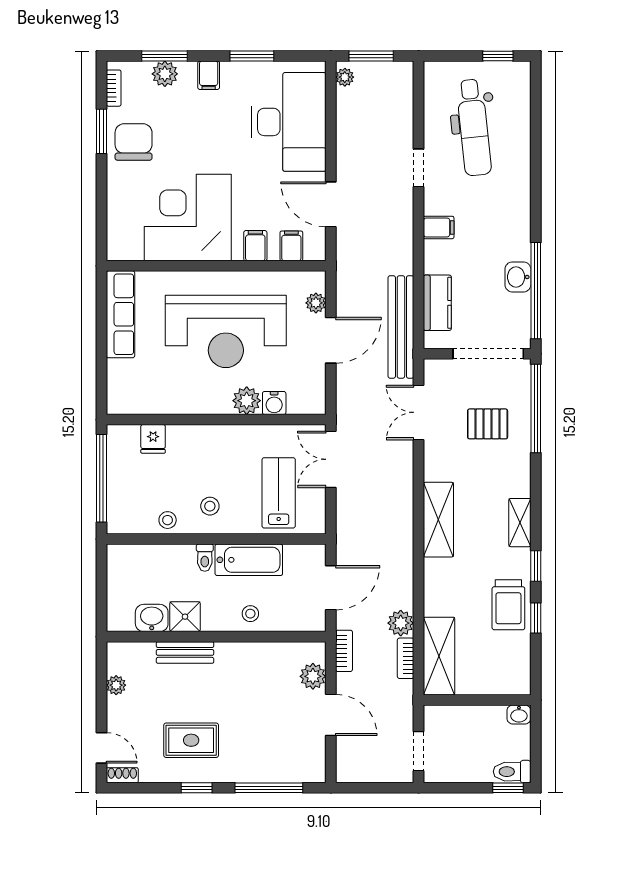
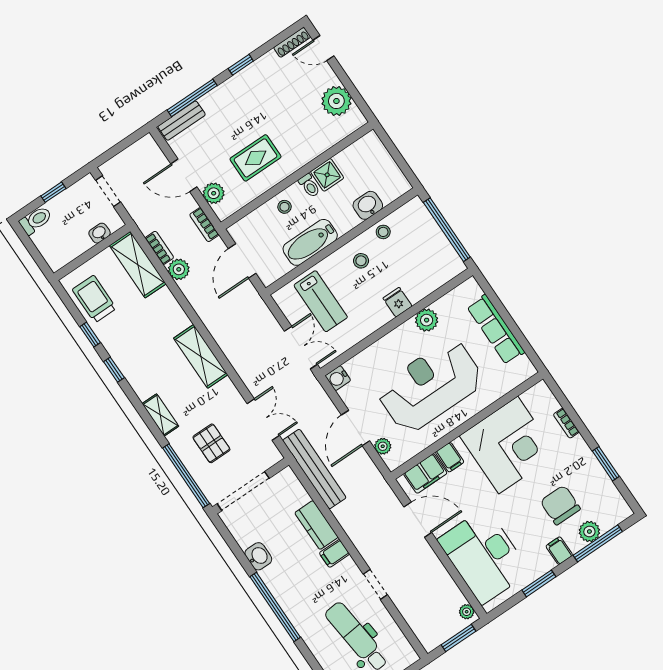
window: (164, 56) -> (598, 543), width x1.44
bookcase: (114, 88) -> (566, 423), moved
chair: (134, 142) -> (560, 505), moved, turned 180
filing cabinet: (291, 246) -> (425, 474), width x2.00
window: (536, 291) -> (275, 607), moved
kitchen counter: (437, 303) -> (316, 525), moved
row of seats: (120, 314) -> (496, 329), moved
plant: (247, 401) -> (427, 320), moved
water cooler: (274, 403) -> (338, 378), moved, turned -90
pallet: (488, 424) -> (211, 443), turned 90
fridge: (153, 439) -> (398, 302), moved
shelving: (520, 523) -> (160, 415), moved
toilet: (205, 558) -> (309, 186), moved, turned 180
trolley: (508, 605) -> (94, 299), moved
washbasin: (152, 618) -> (368, 205), moved, turned 180
bench: (185, 652) -> (182, 121), moved
plant: (116, 685) -> (336, 101), width x1.88, depth x1.88
washbasin: (519, 715) -> (100, 233), moved
rug: (191, 740) -> (256, 158), moved
shoe rack: (122, 775) -> (292, 42), width x1.43
window: (508, 788) -> (53, 192), moved

